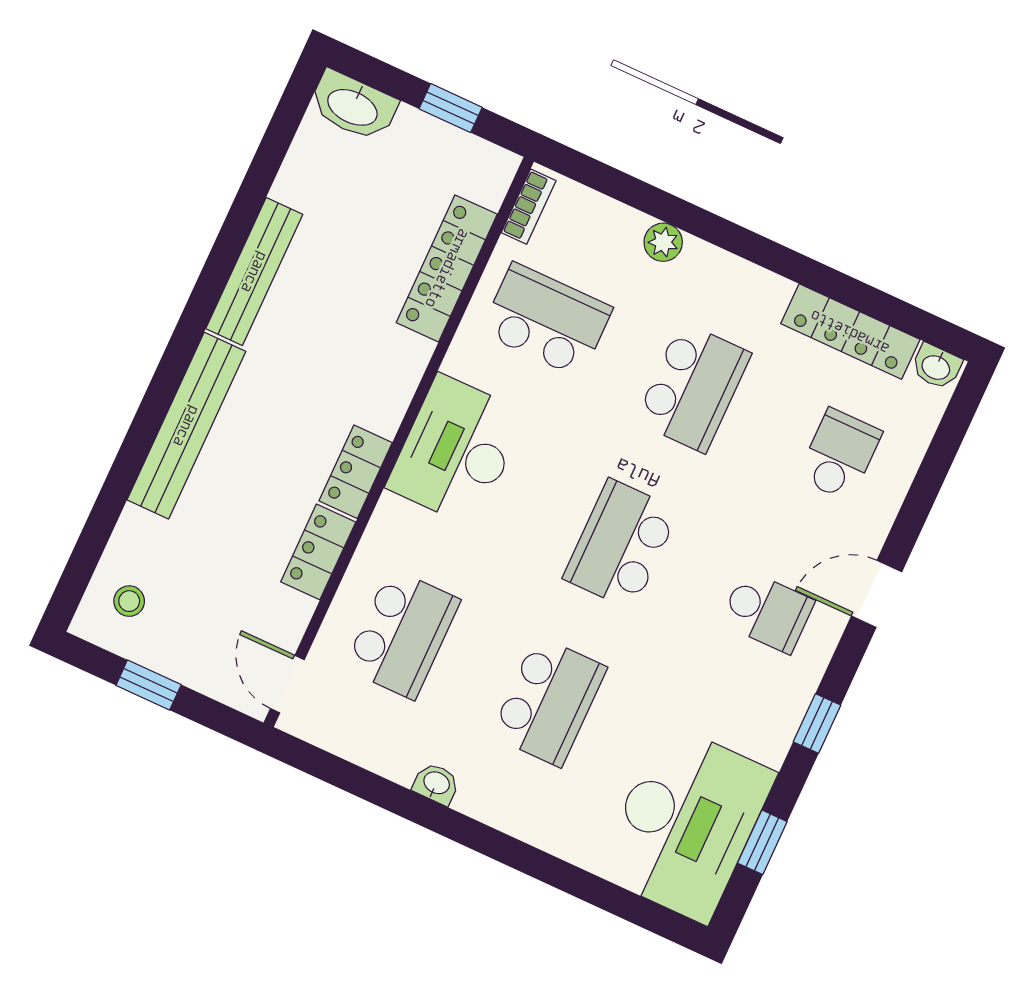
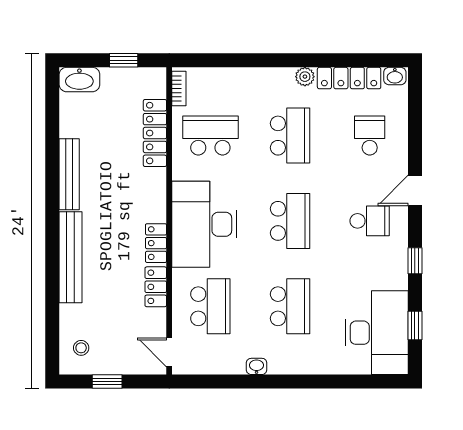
plant: (663, 242) -> (305, 77), moved
desk: (456, 450) -> (204, 224), width x1.36, depth x1.30
school desk: (621, 544) -> (290, 221), turned 180

